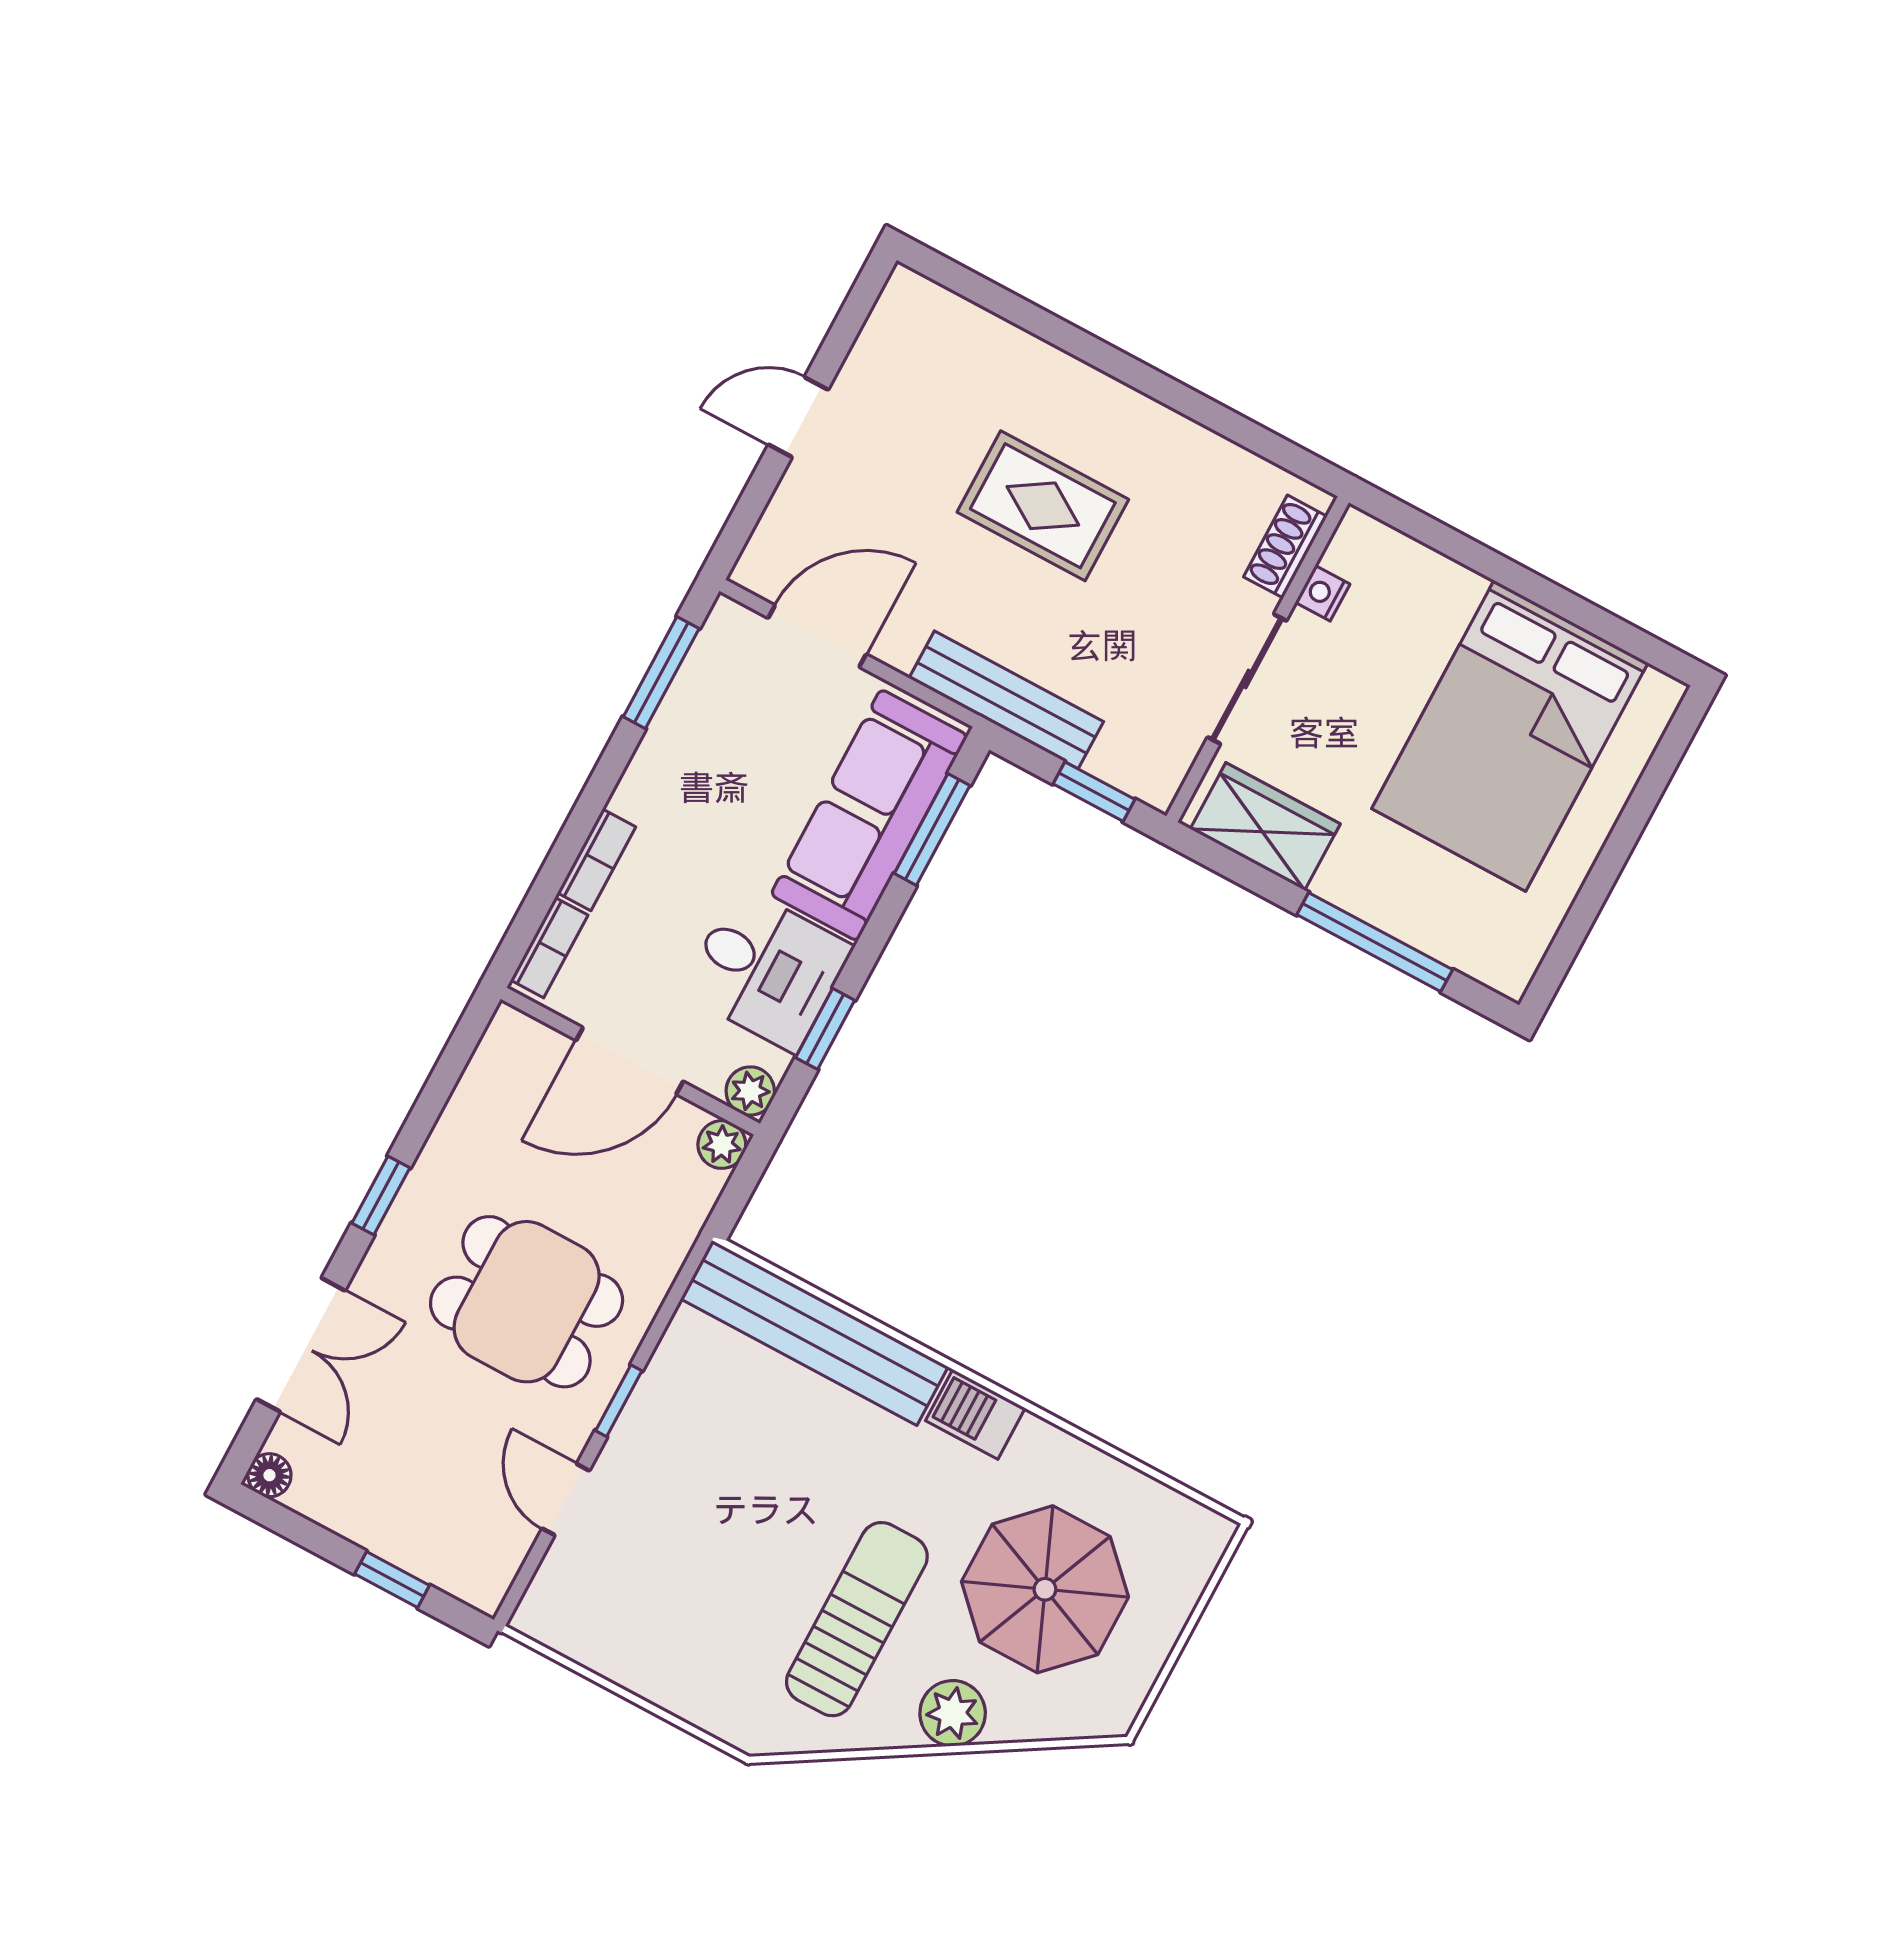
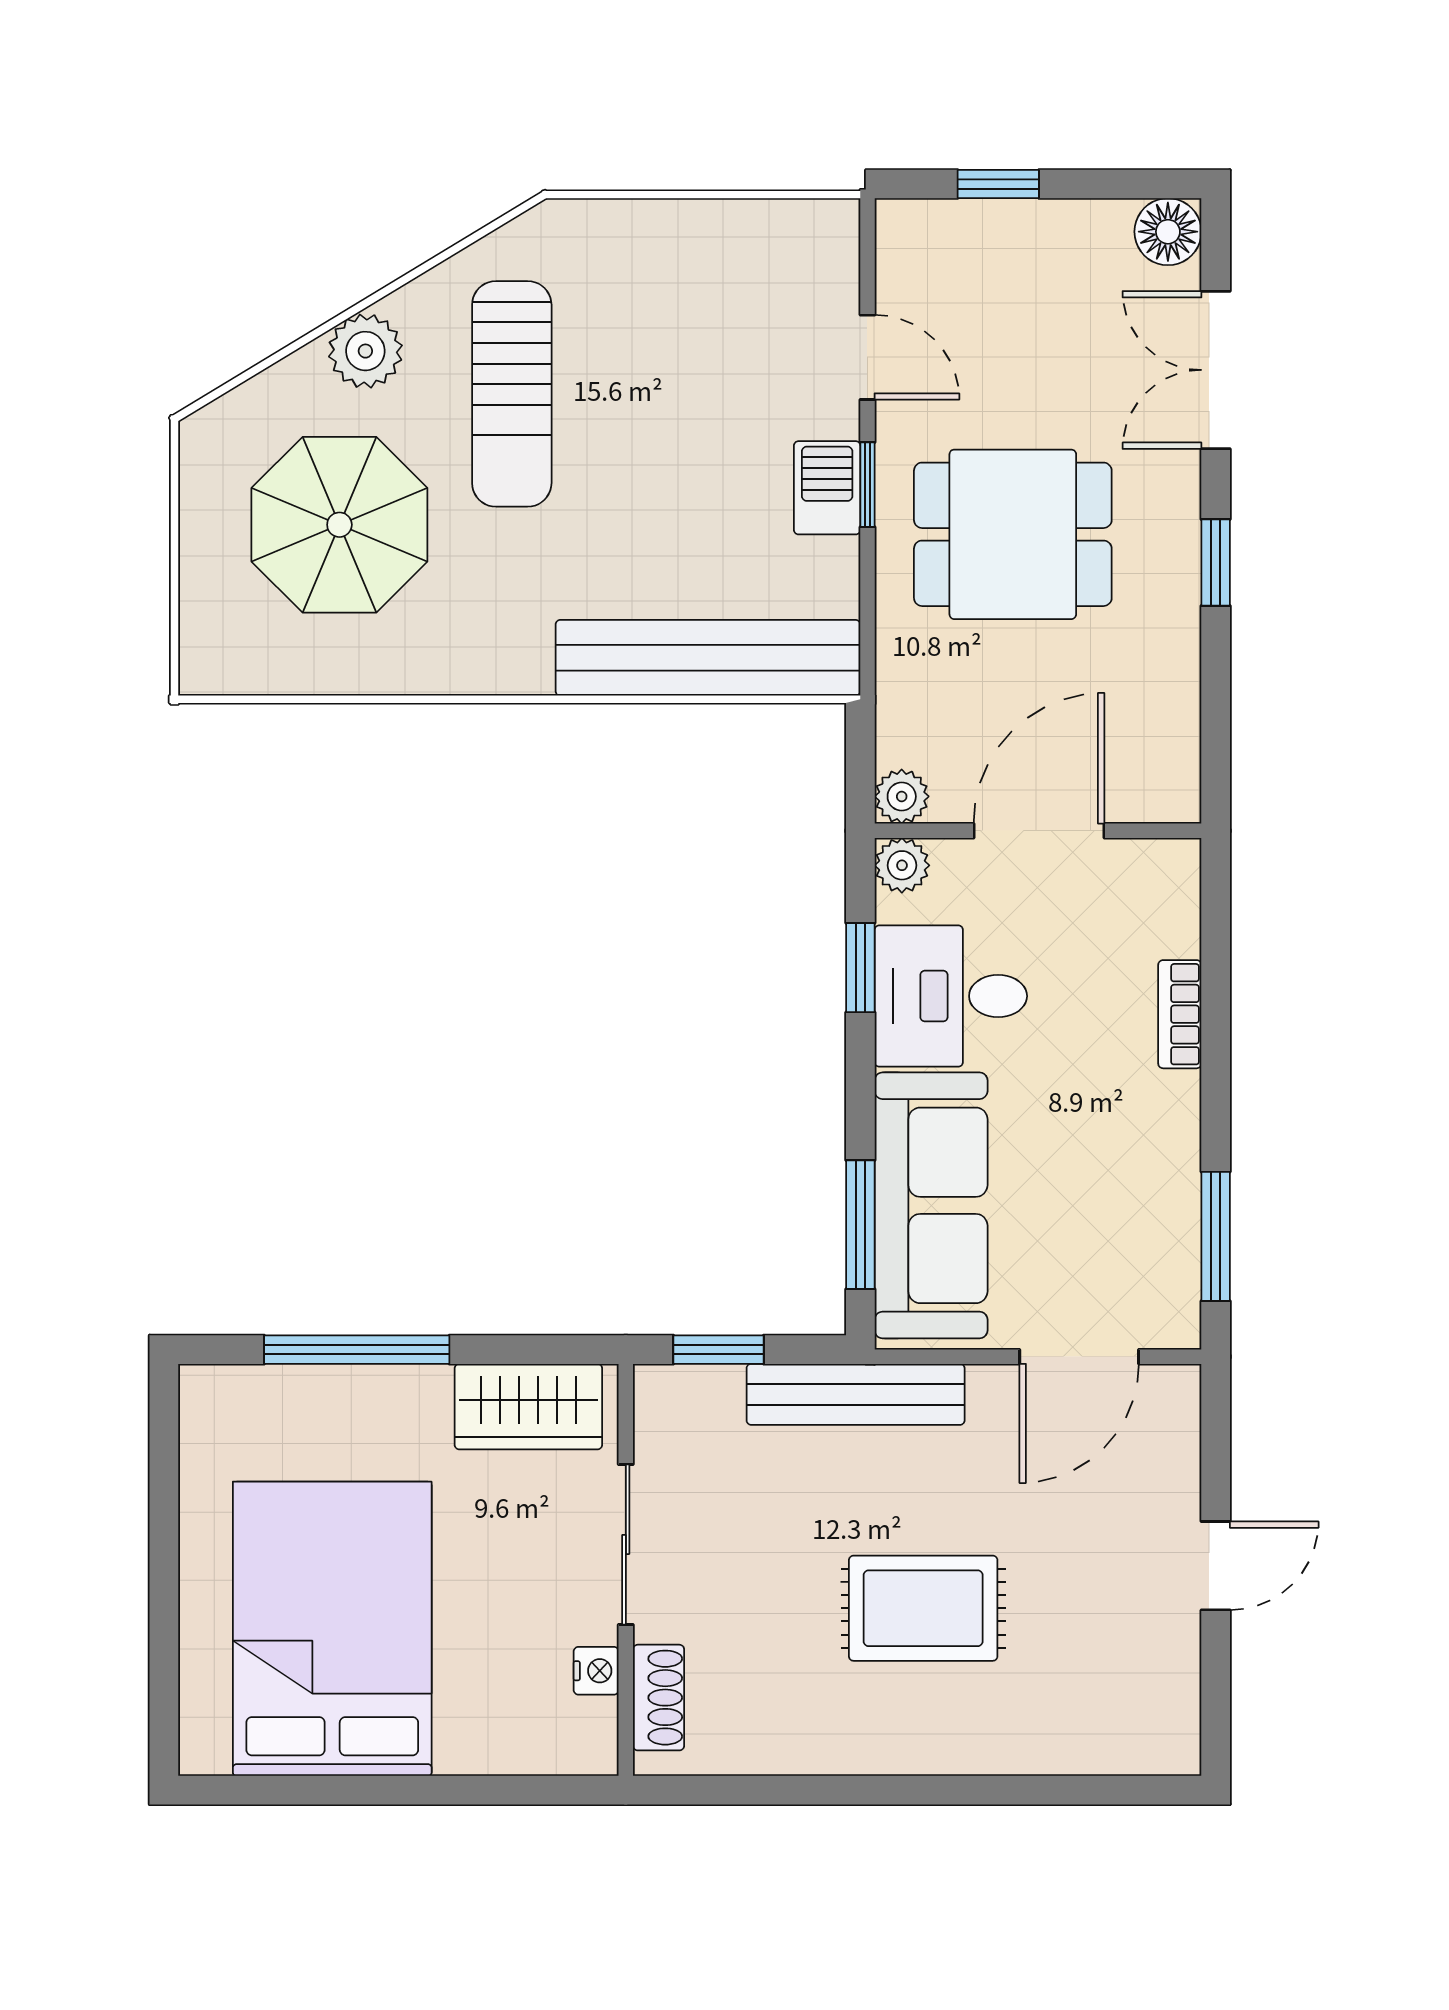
bookcase: (549, 948) -> (1180, 901), removed
barbecue: (975, 1414) -> (827, 488), moved, turned -90
floor lamp: (269, 1475) -> (1168, 232), width x1.37, depth x1.37

